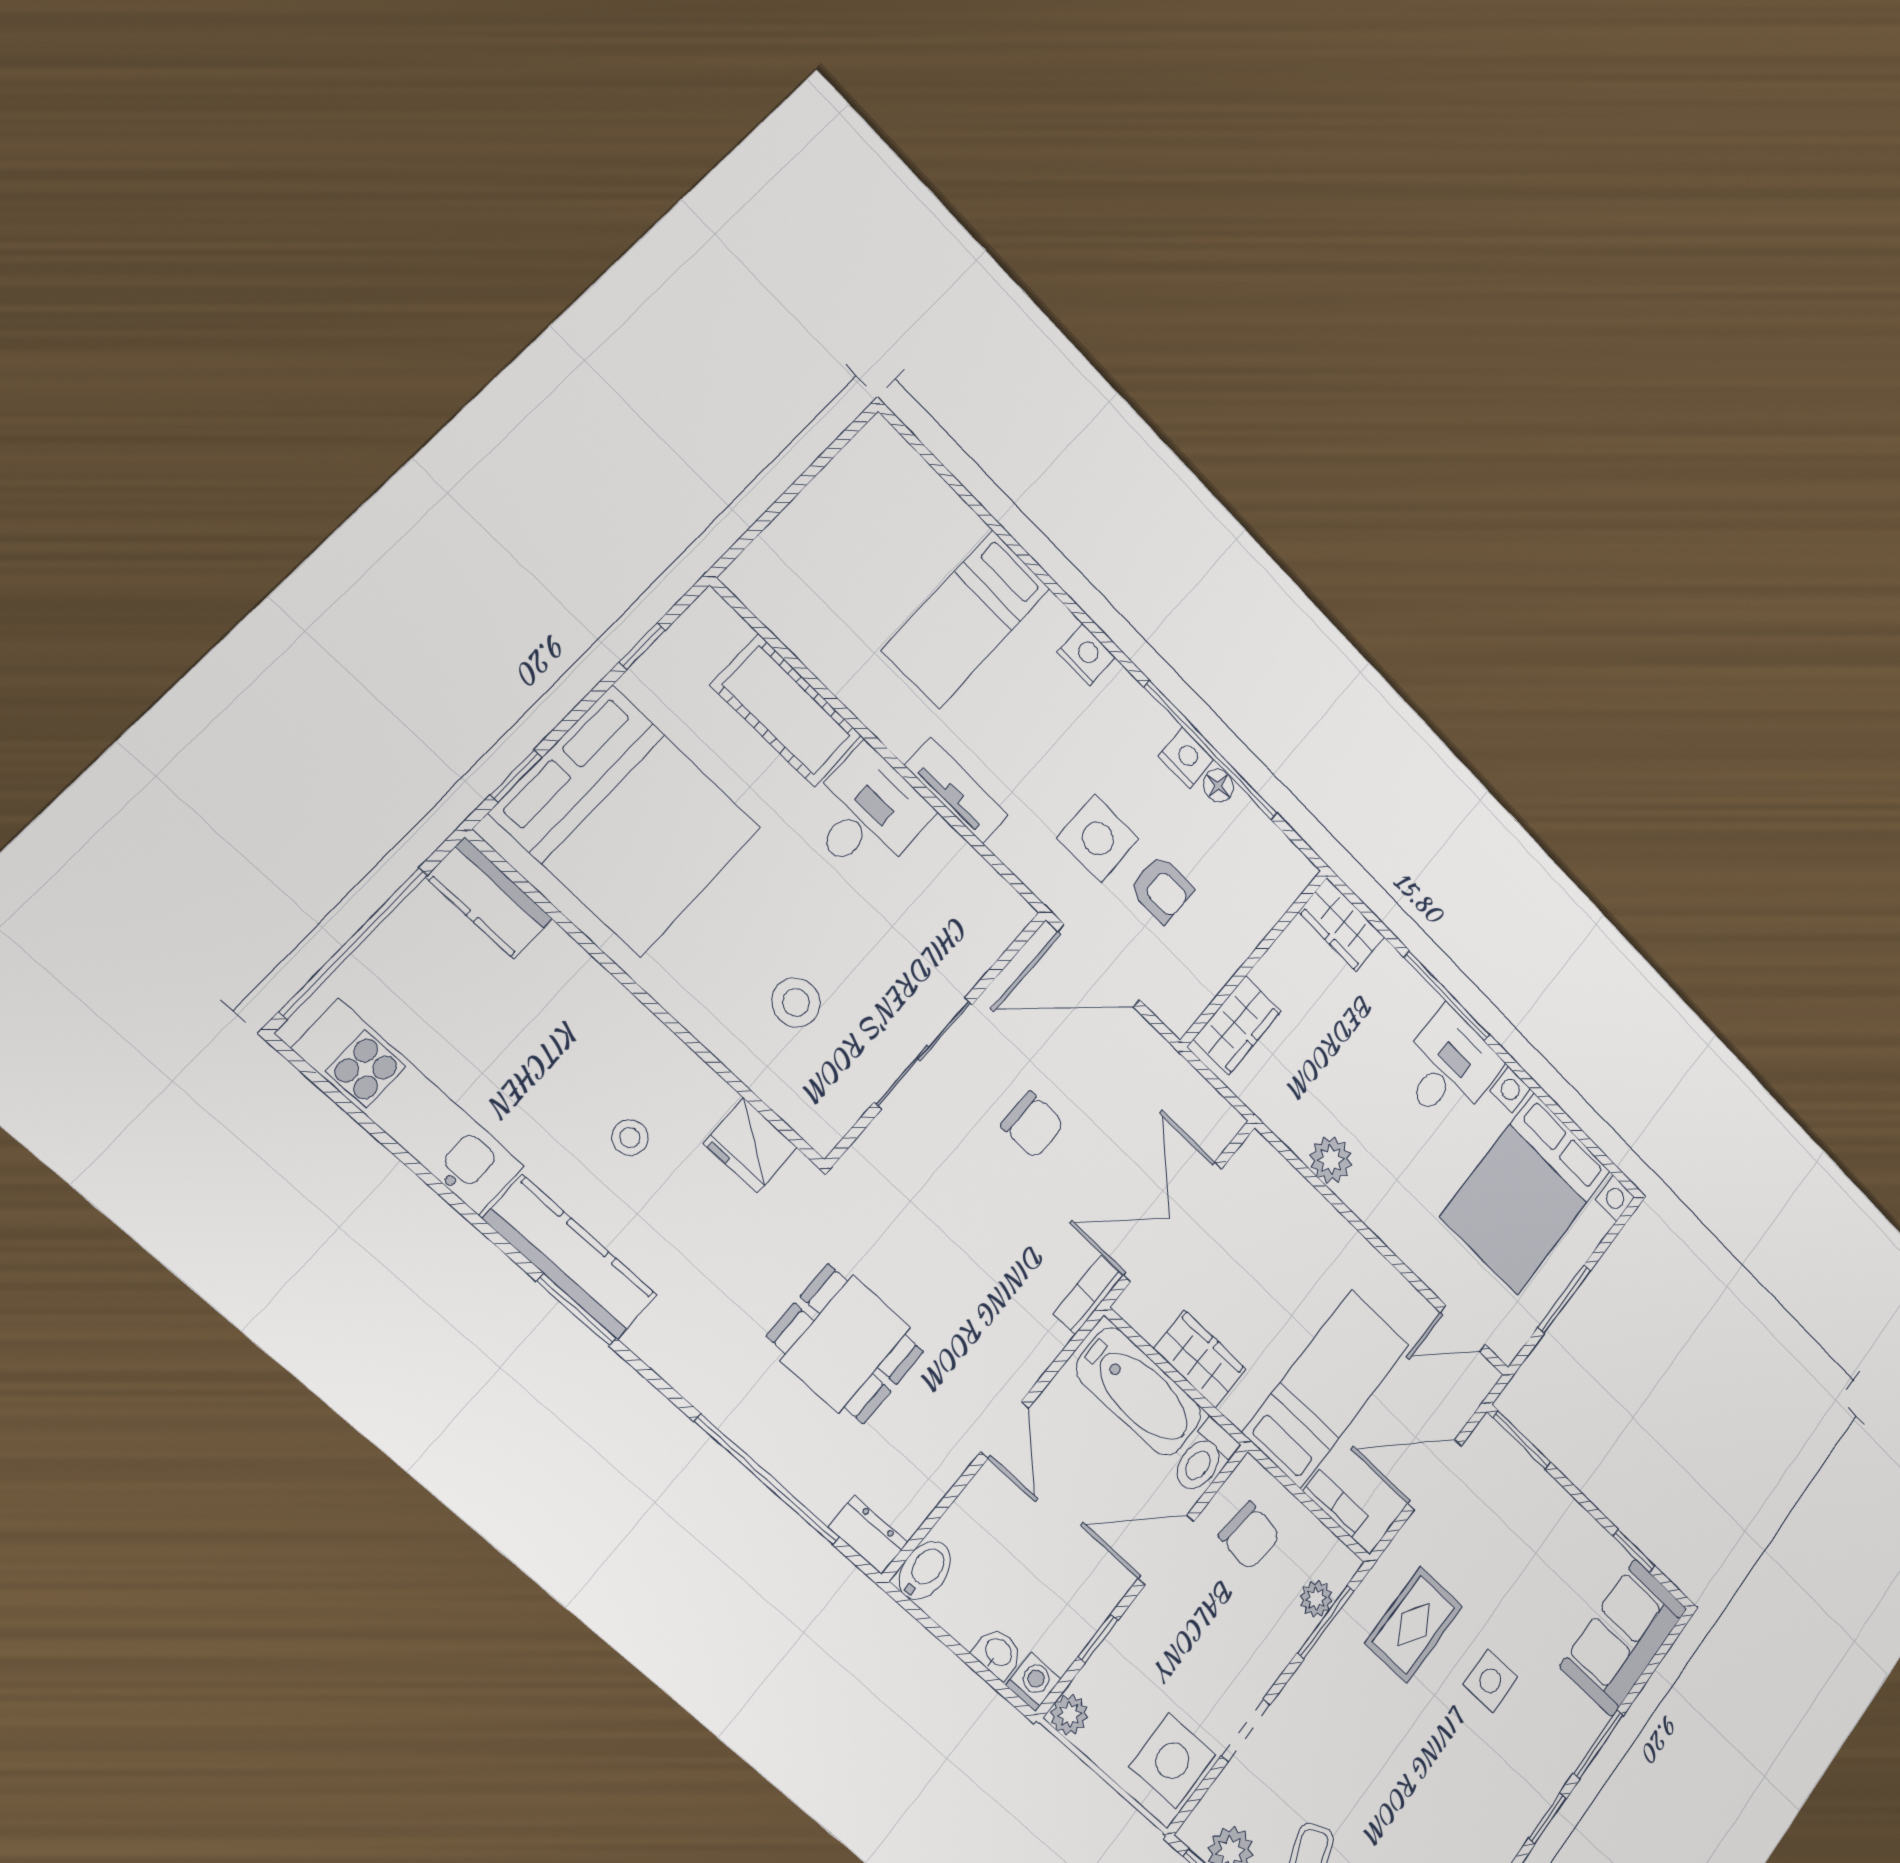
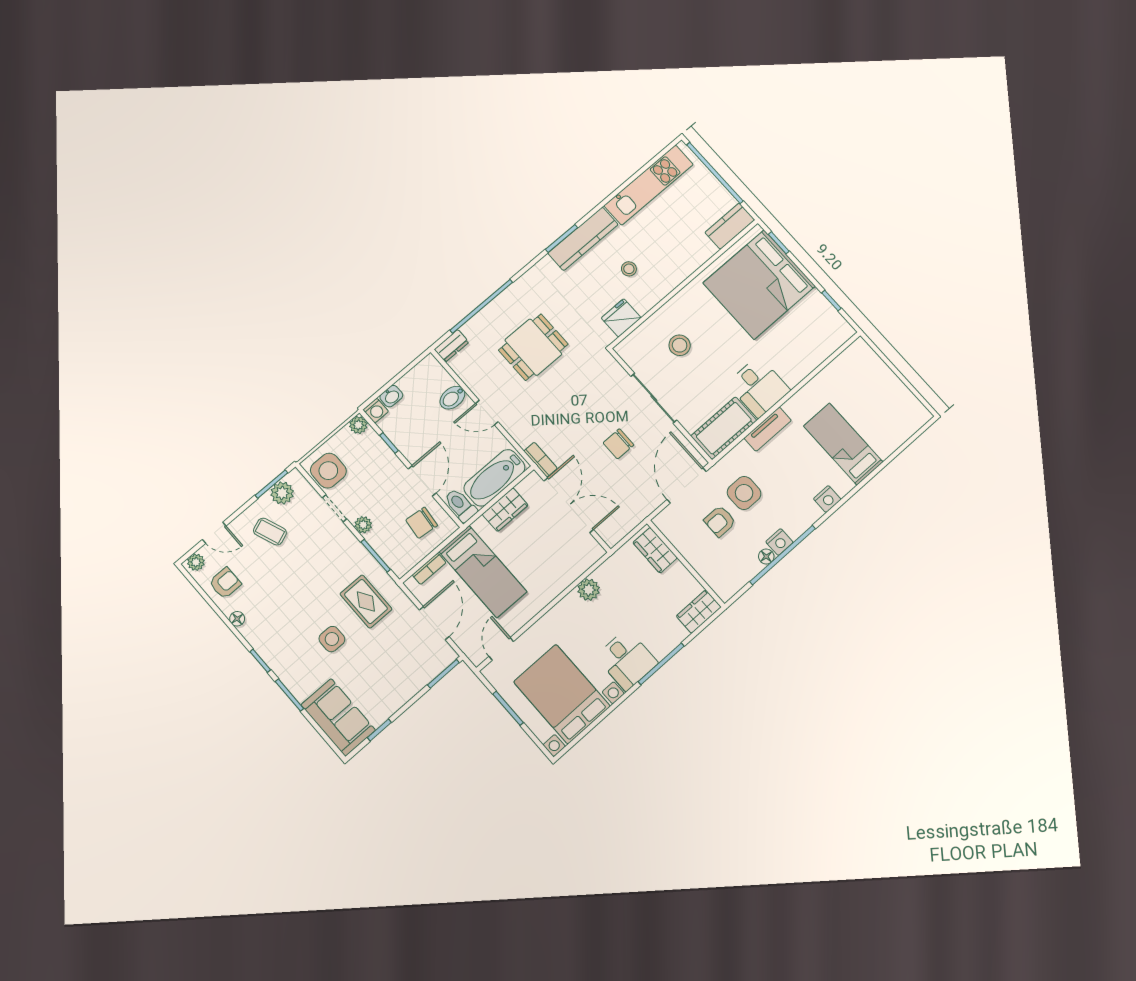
cot: (786, 710) -> (724, 428), moved
bidet: (925, 1570) -> (452, 398), moved, turned 90
plant: (1316, 1599) -> (363, 525), moved

